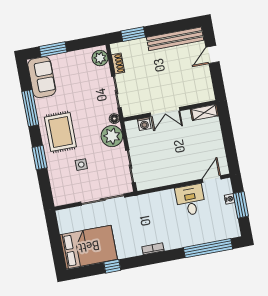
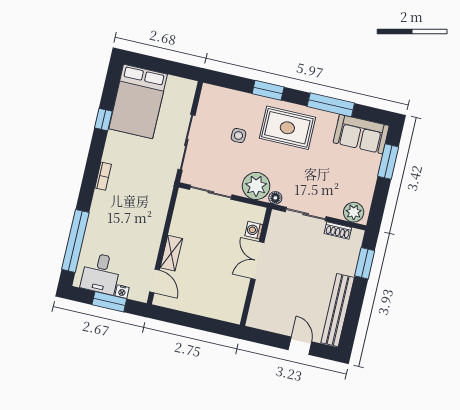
shelving: (204, 112) -> (171, 253), moved
desk: (190, 200) -> (101, 273), moved, turned 90

